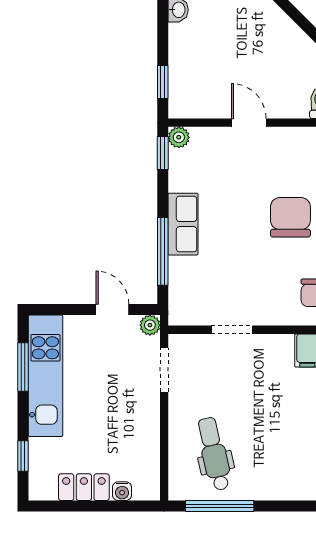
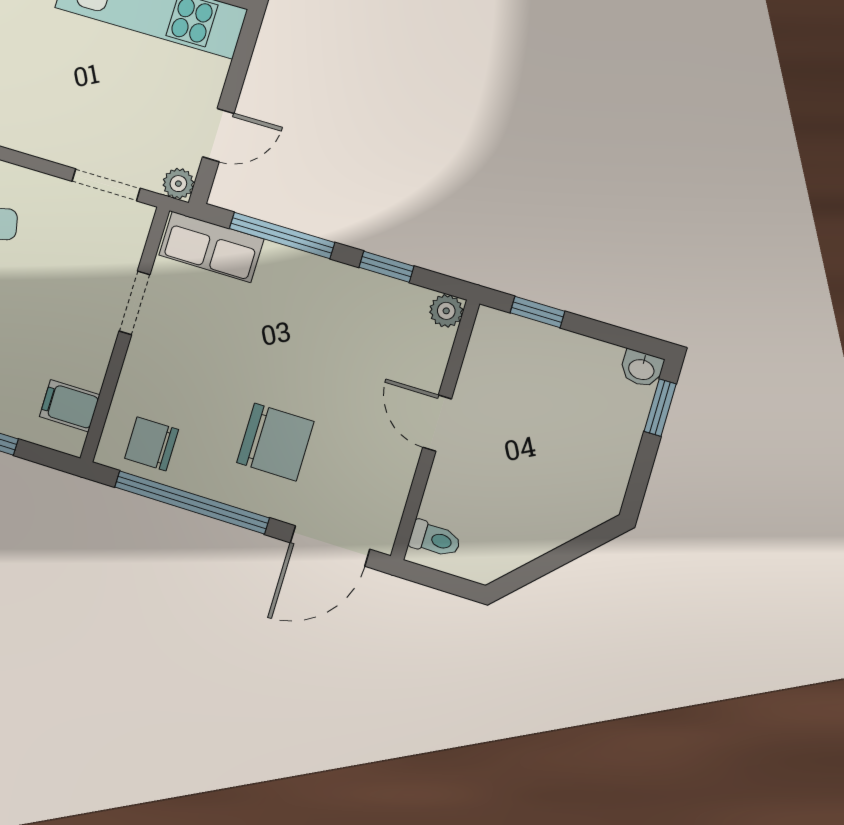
door: (249, 123) -> (437, 423), swing flipped
window: (163, 153) -> (387, 267), moved
row of seats: (183, 224) -> (211, 247), moved

